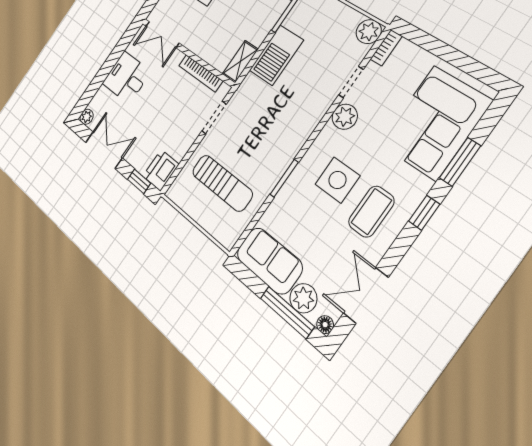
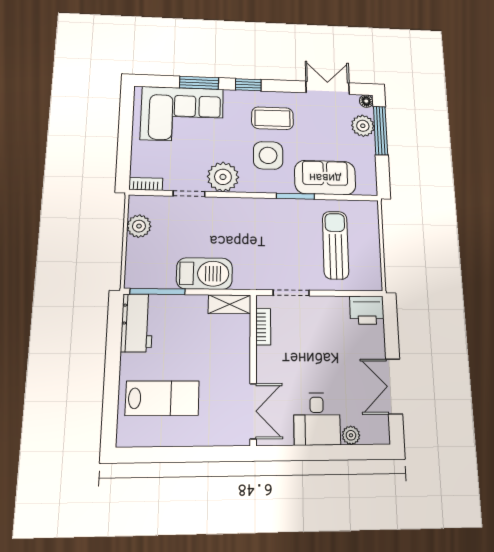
plant: (369, 32) -> (139, 226), moved
bookcase: (201, 73) -> (263, 327), width x0.64
plant: (87, 117) -> (351, 435), moved
plant: (345, 117) -> (223, 177), width x1.36, depth x1.36
window: (139, 181) -> (391, 325), removed
sofa: (269, 261) -> (325, 178), moved, turned 90
double door: (366, 295) -> (328, 88), swing flipped

